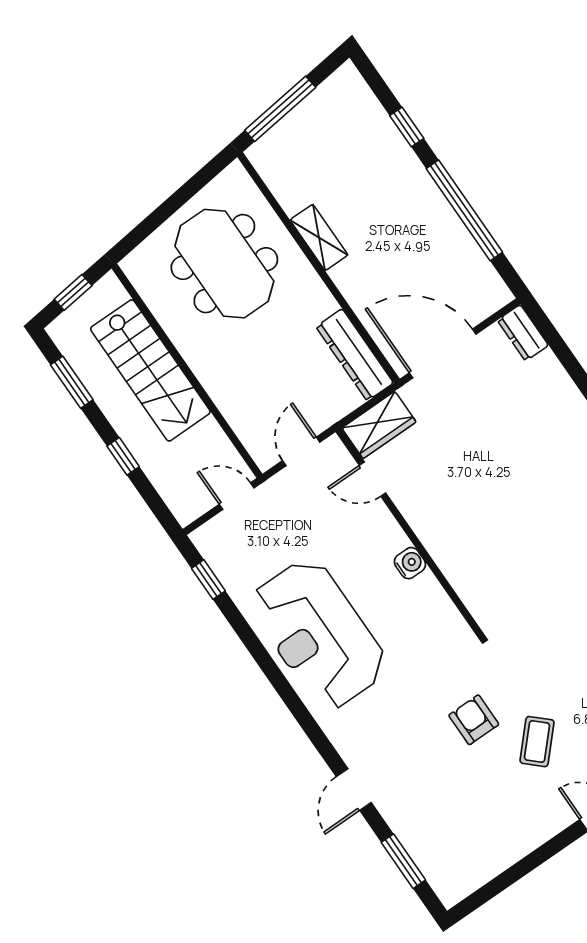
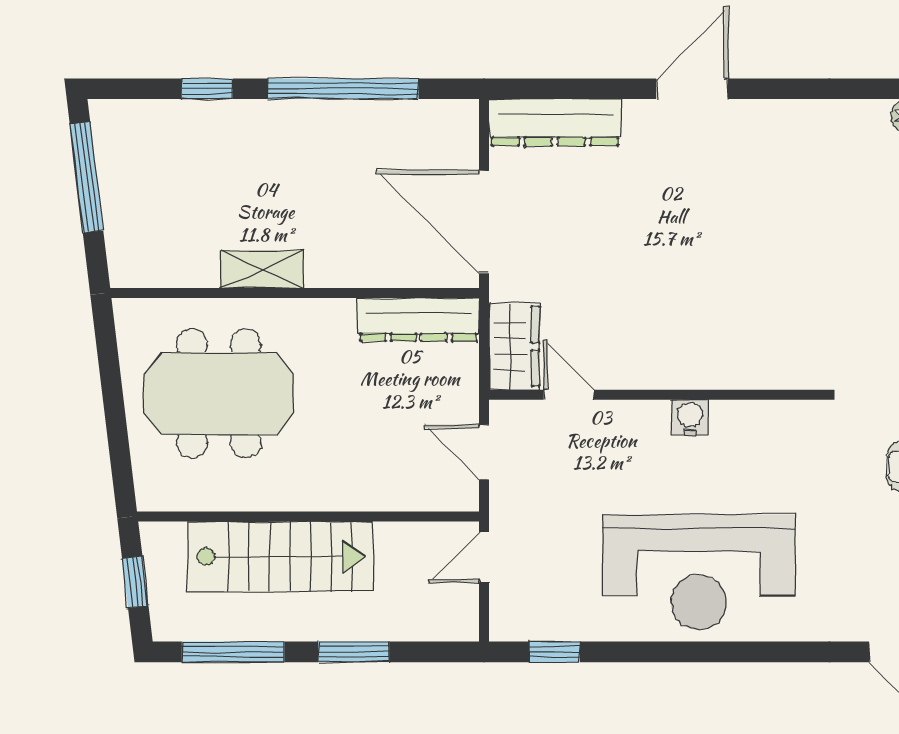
window: (280, 109) -> (87, 177), moved
dresser: (523, 333) -> (555, 122), width x1.96, depth x1.24
door: (443, 354) -> (484, 222), hinge flipped
window: (72, 382) -> (233, 652), width x1.44
window: (123, 456) -> (354, 652), width x1.50
door: (373, 479) -> (569, 395), swing flipped

